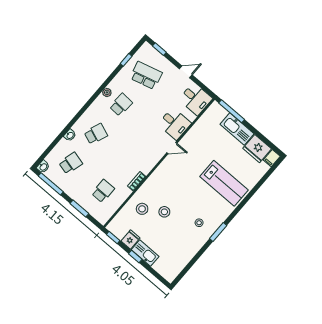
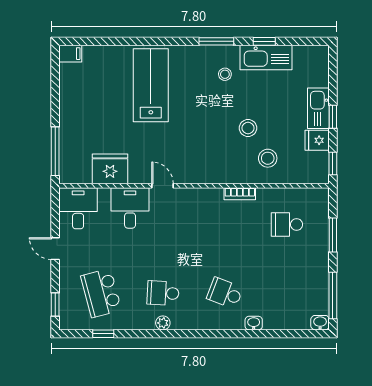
kitchen sink: (237, 129) -> (266, 57), moved, turned 90
fridge: (257, 149) -> (110, 169), moved, turned -90
school desk: (71, 163) -> (287, 293), removed
window: (199, 255) -> (264, 41), added

